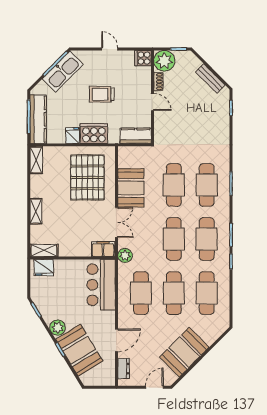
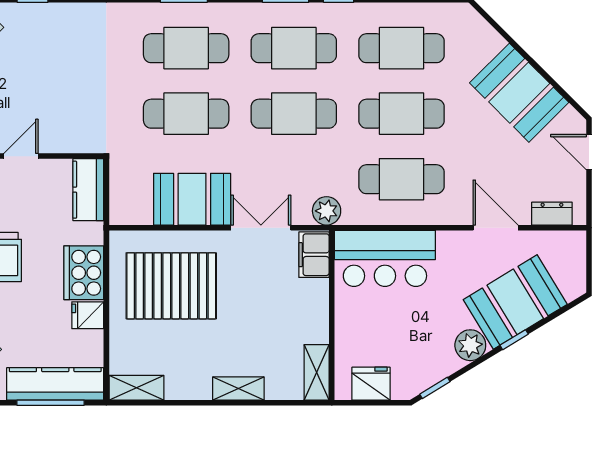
fridge: (44, 268) -> (371, 384), moved, turned -90

